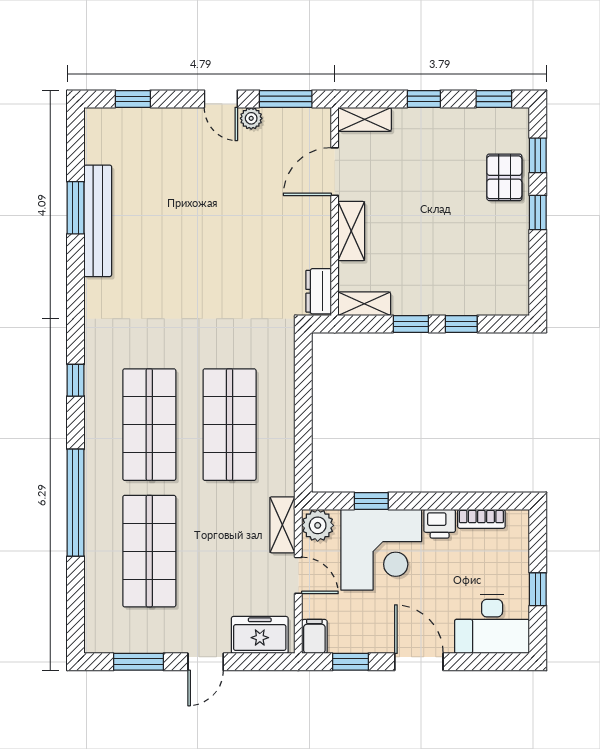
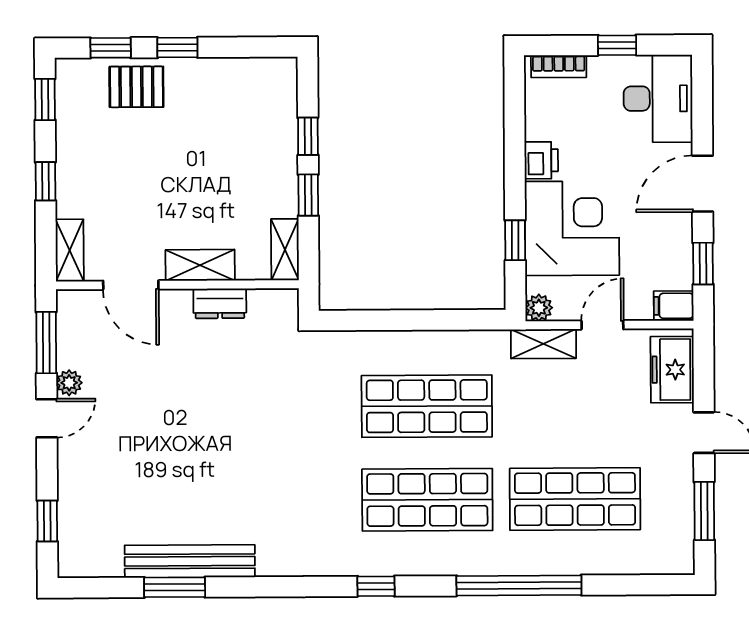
dresser: (319, 291) -> (220, 303), moved
bookcase: (481, 519) -> (559, 66), moved, turned 90
plant: (318, 525) -> (539, 308), width x0.73, depth x0.73

